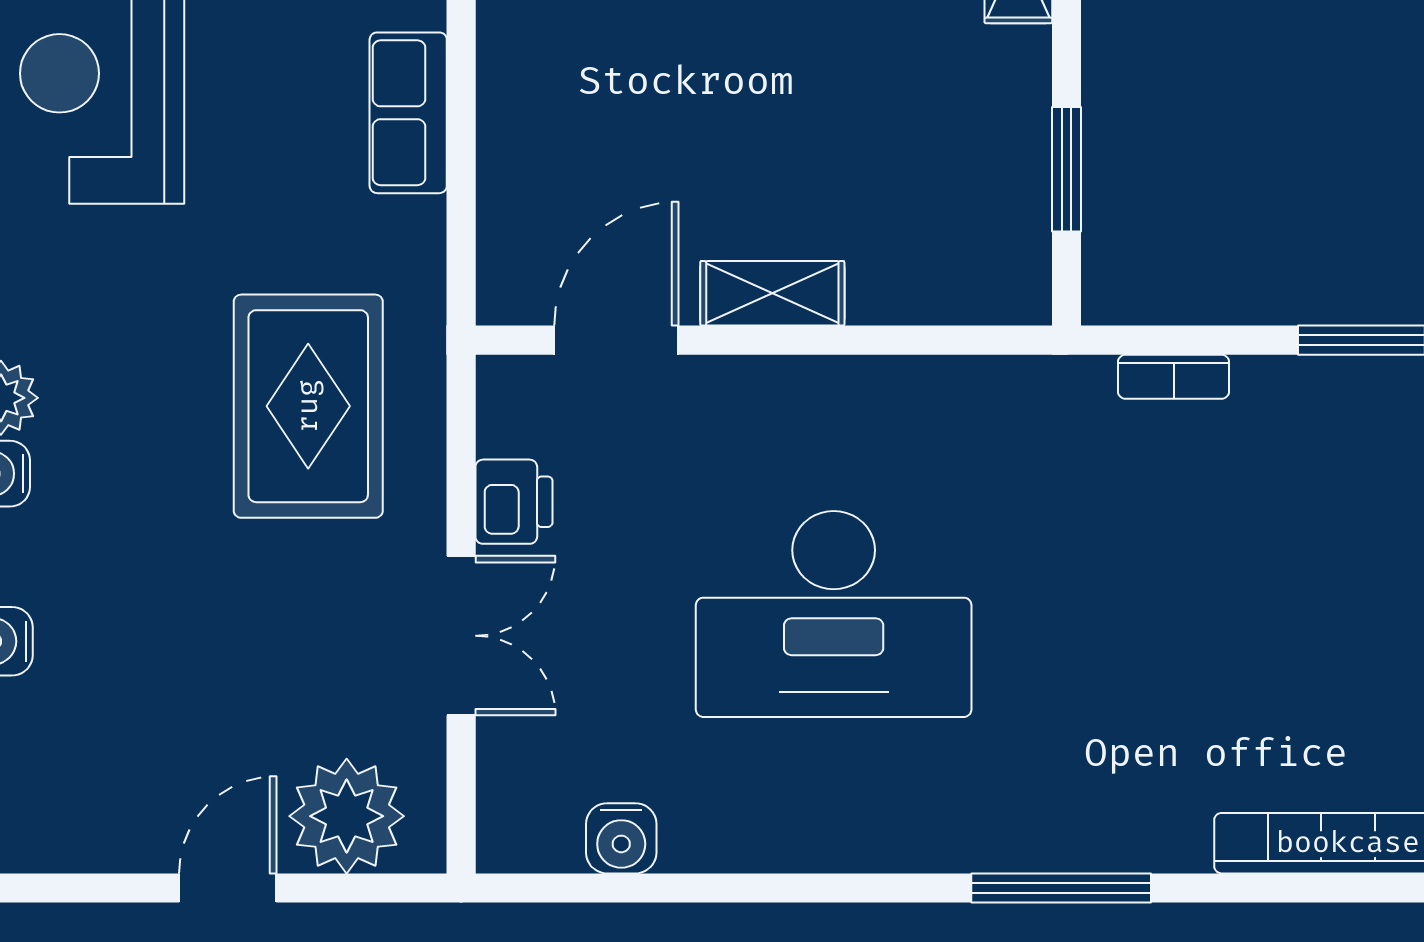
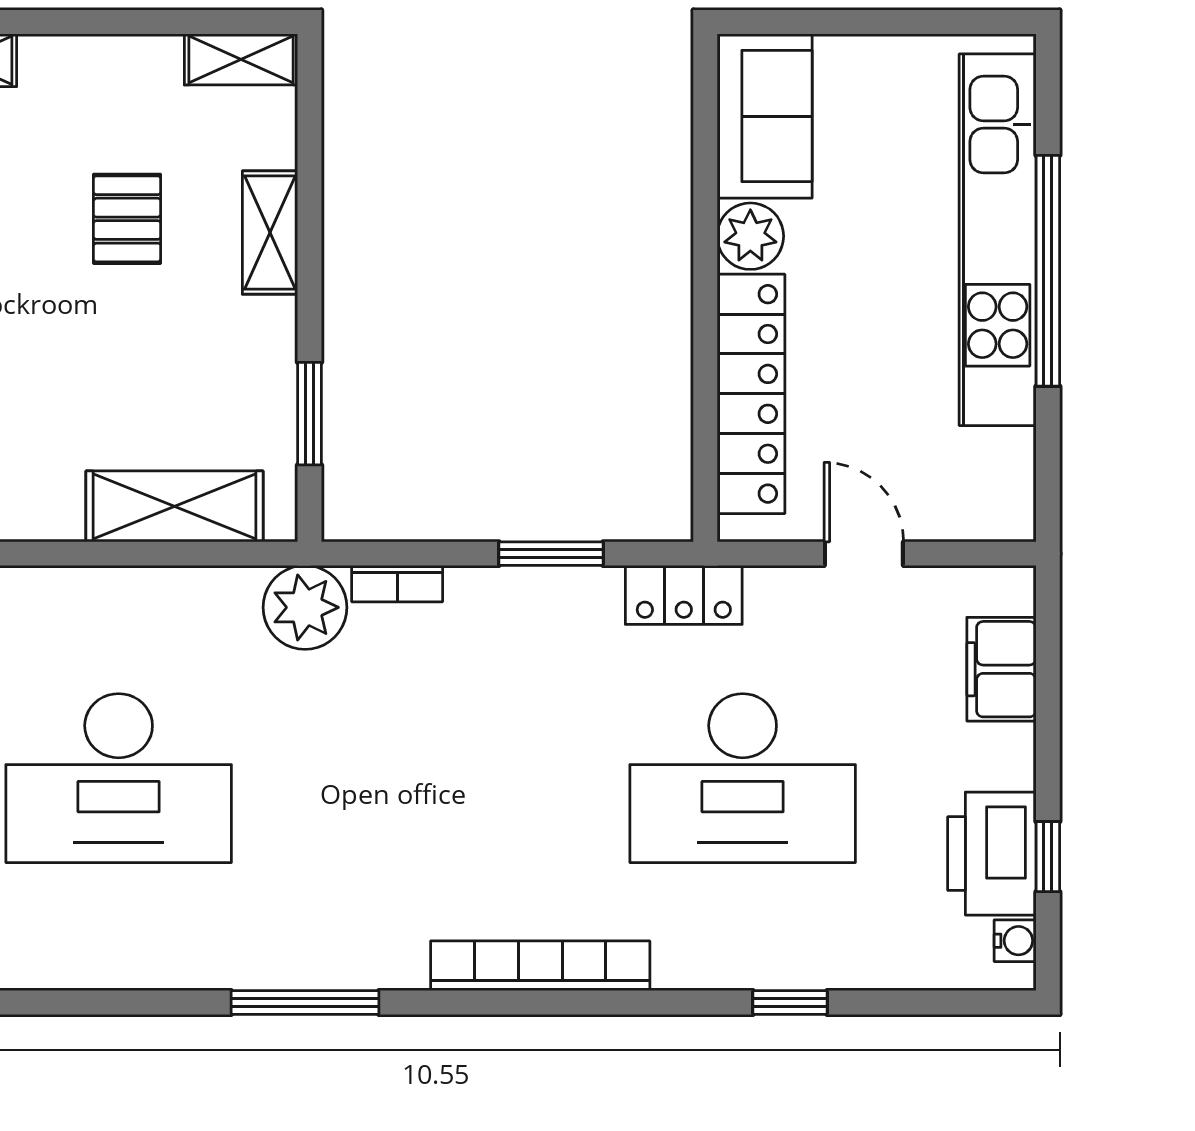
shelving: (772, 293) -> (175, 506), moved, width x1.50, depth x1.33
plant: (1061, 406) -> (305, 607), added

